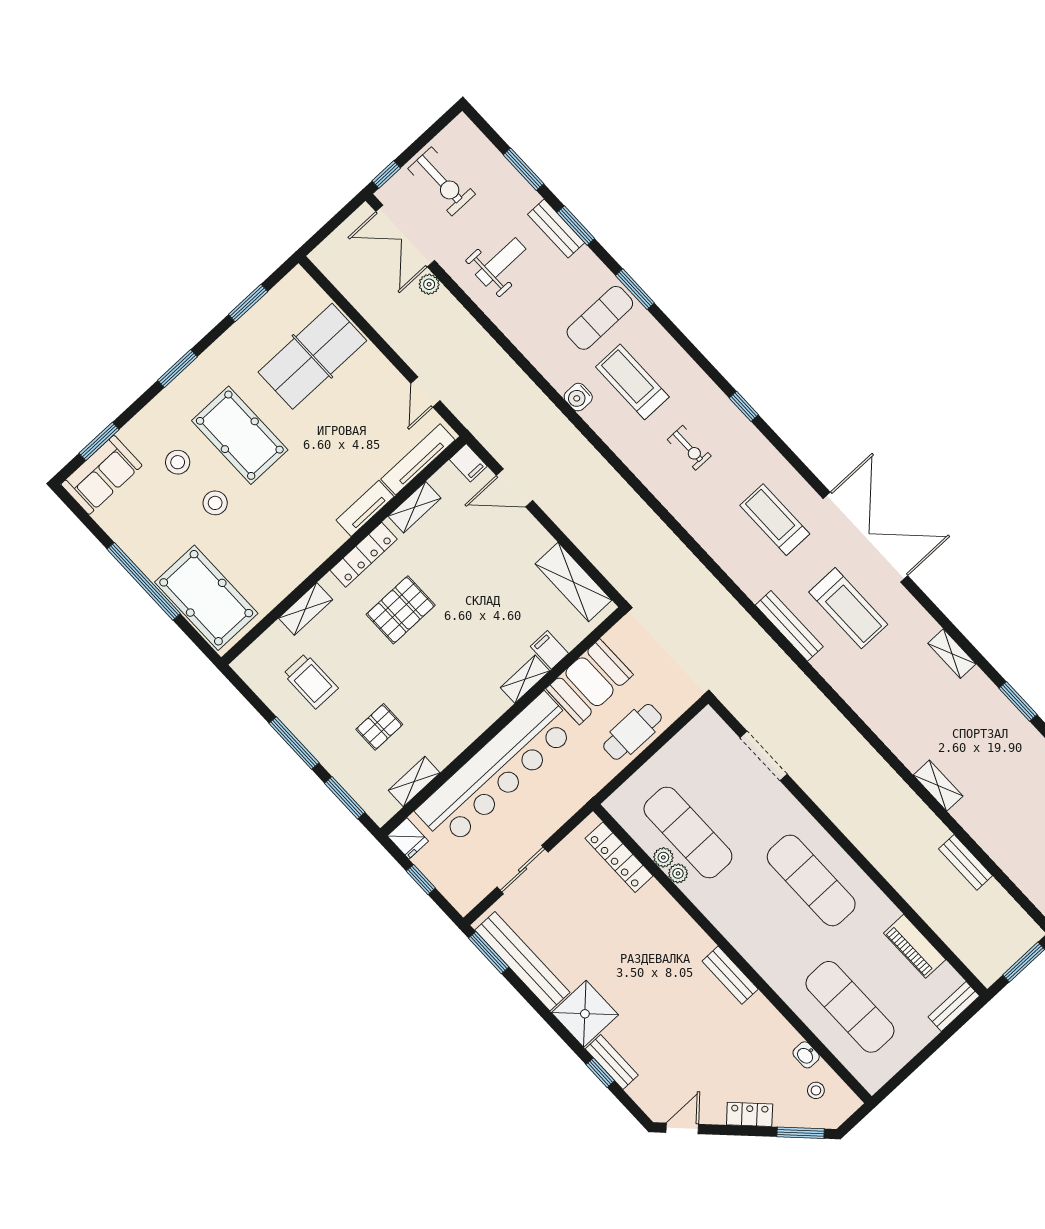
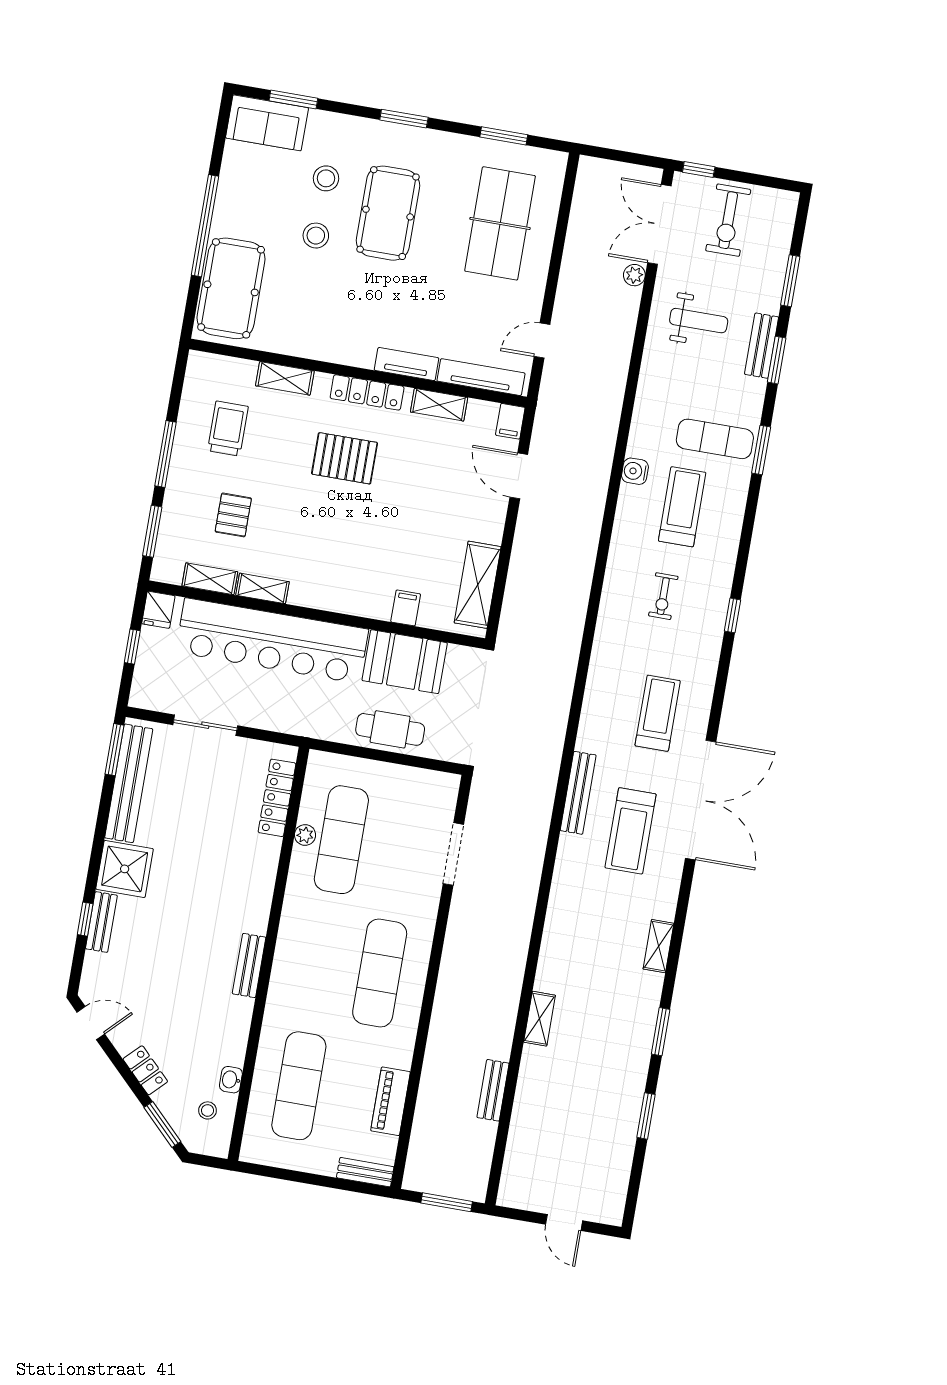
table tennis table: (312, 356) -> (500, 223), turned 90
shelving: (525, 679) -> (262, 588), moved
trolley: (311, 681) -> (228, 429), turned 180
pallet: (379, 727) -> (233, 515), turned 90
plant: (678, 873) -> (301, 857), removed

